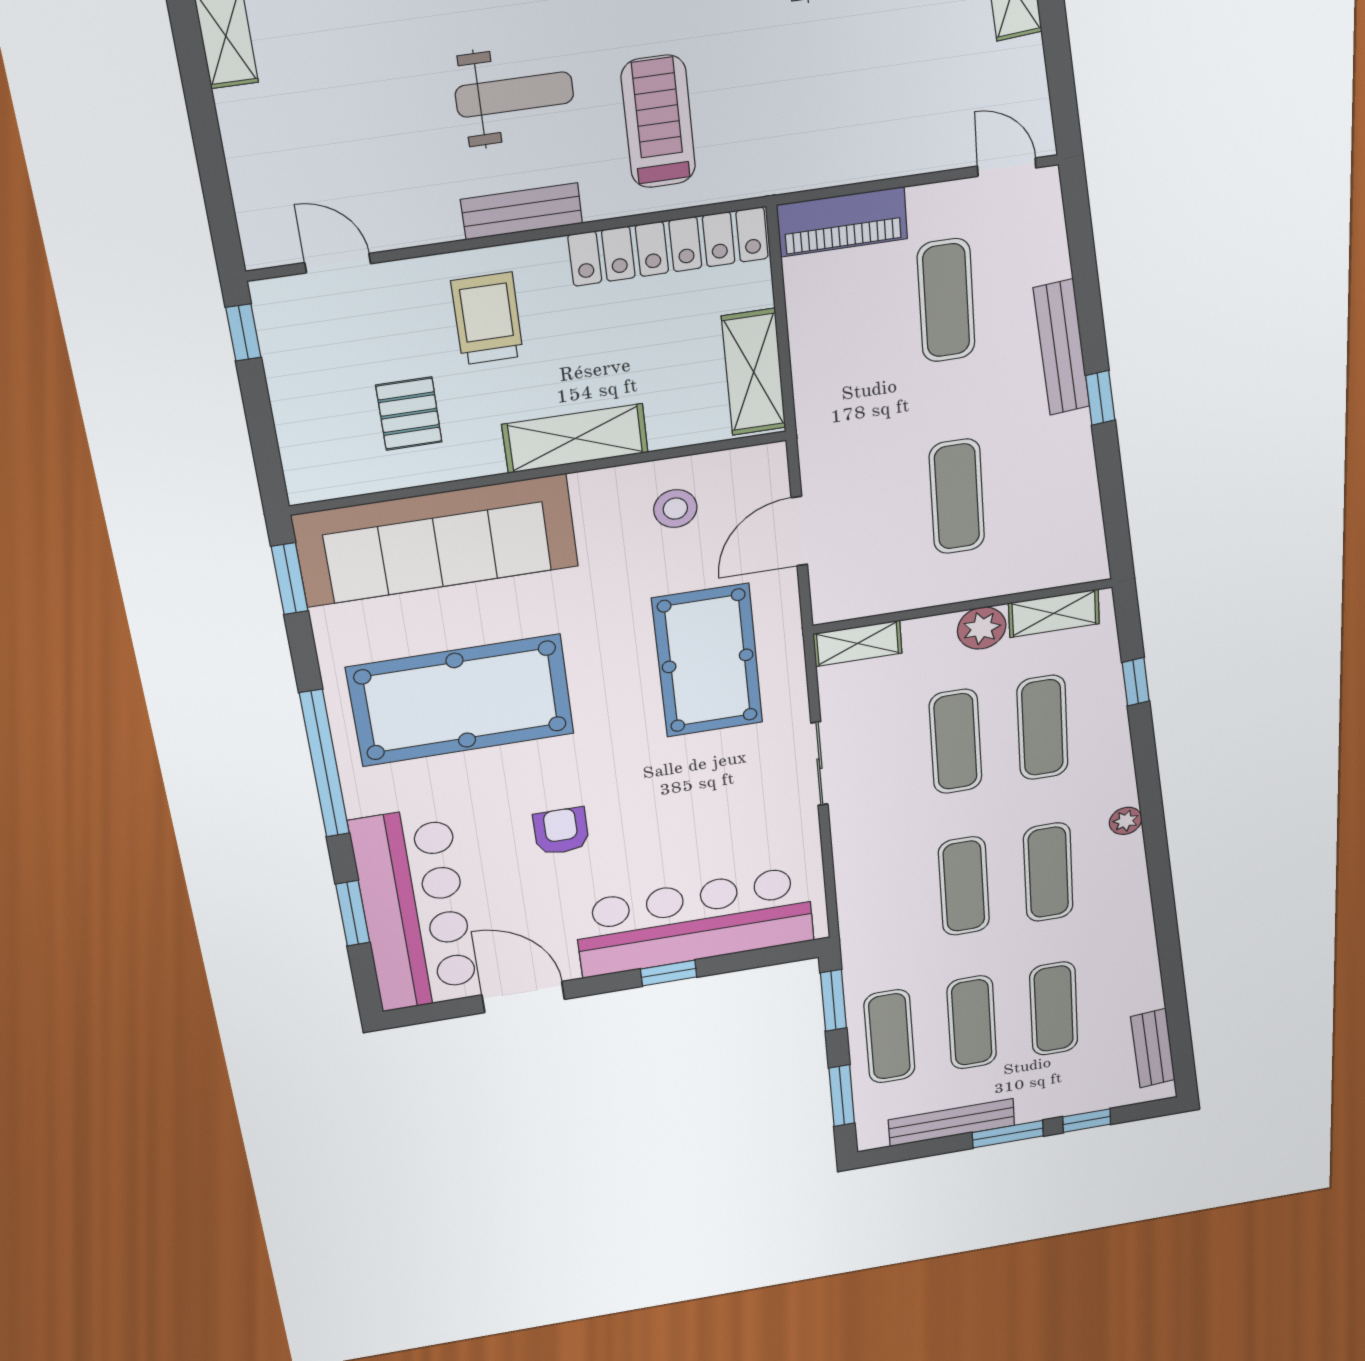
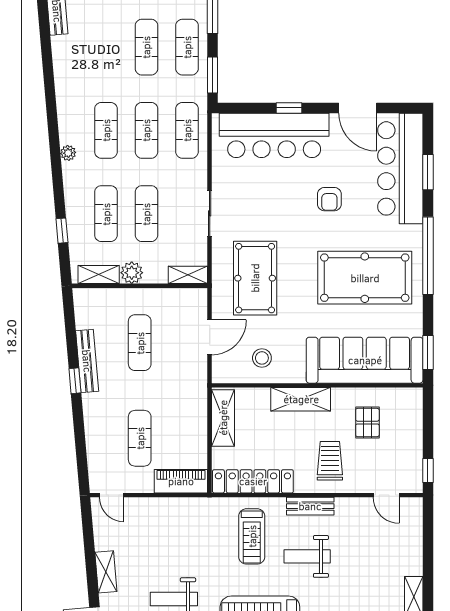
trolley: (487, 319) -> (330, 461), turned 180
bench: (1062, 348) -> (87, 361), moved
exercise mat: (1054, 1009) -> (187, 130), moved

